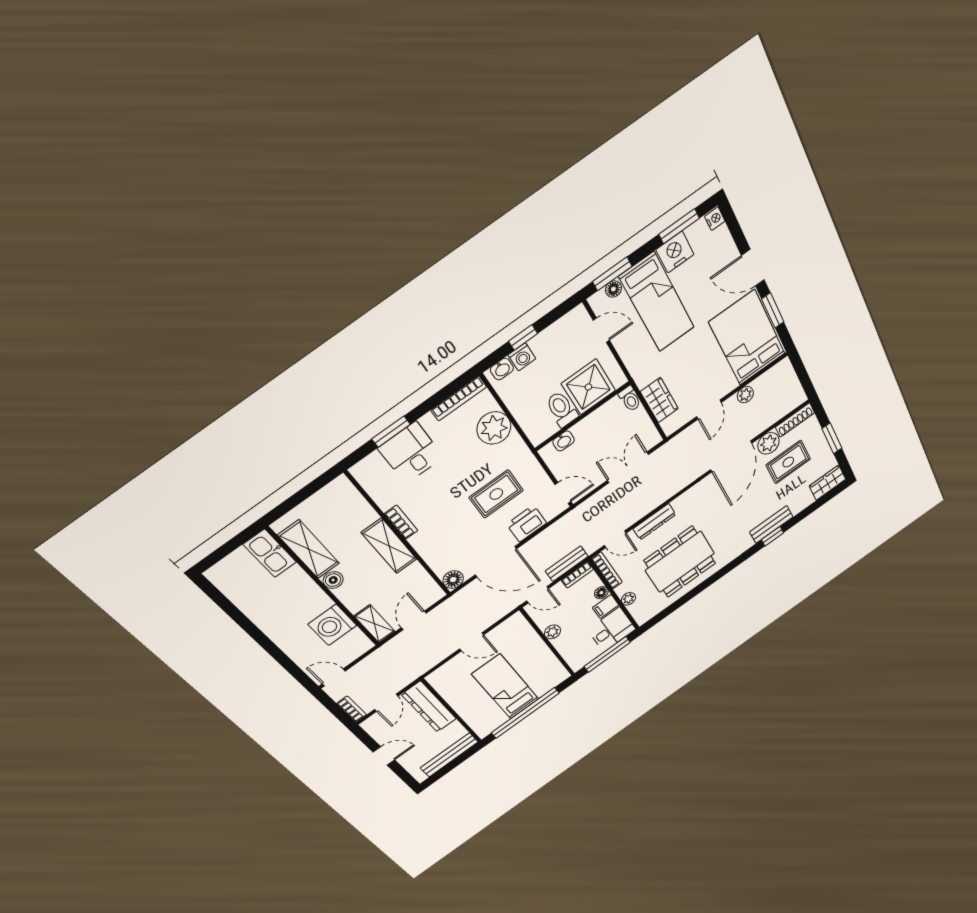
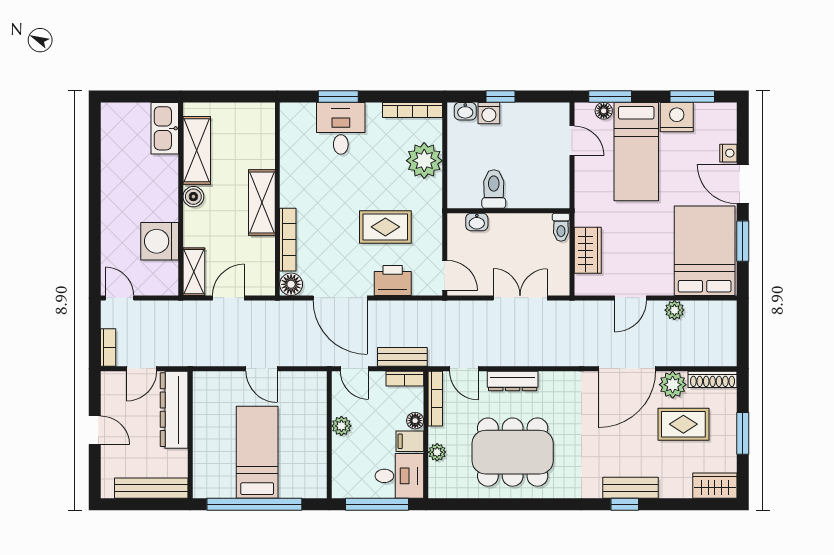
nightstand: (715, 219) -> (728, 153), moved
shower: (588, 387) -> (530, 186), removed
bookcase: (401, 522) -> (288, 240), moved, width x1.56

